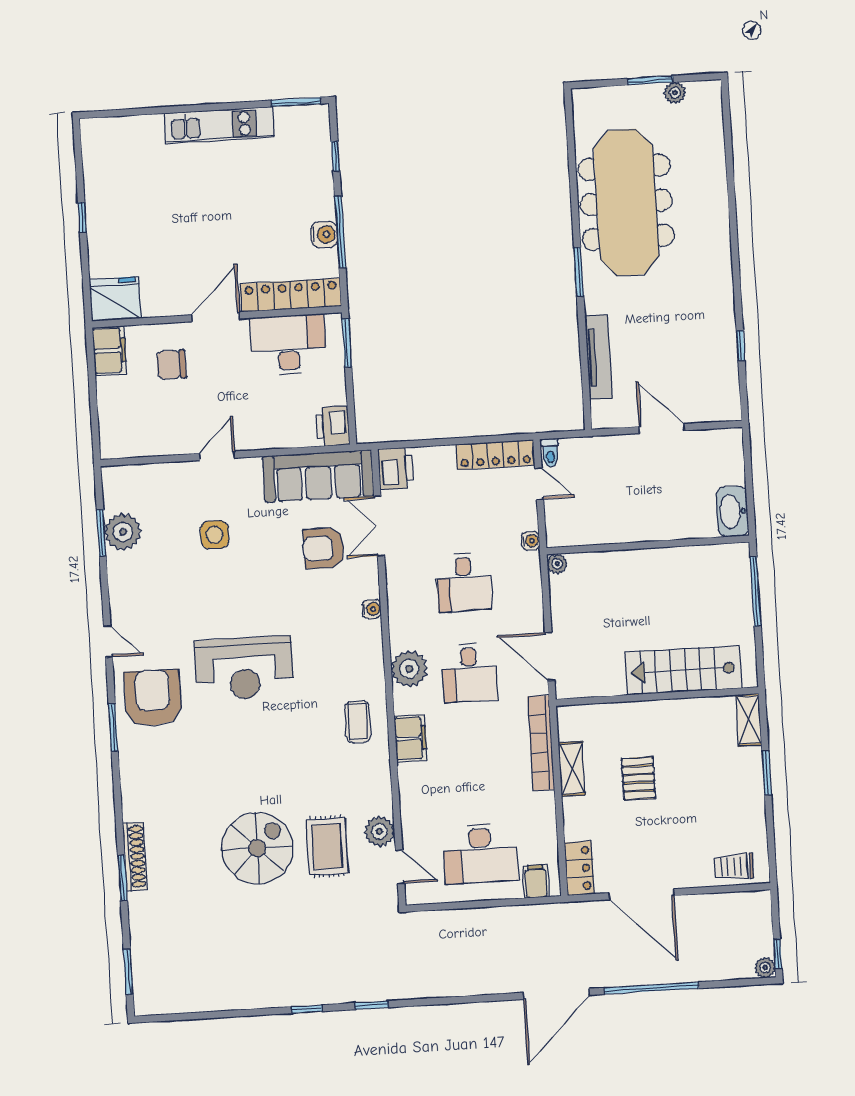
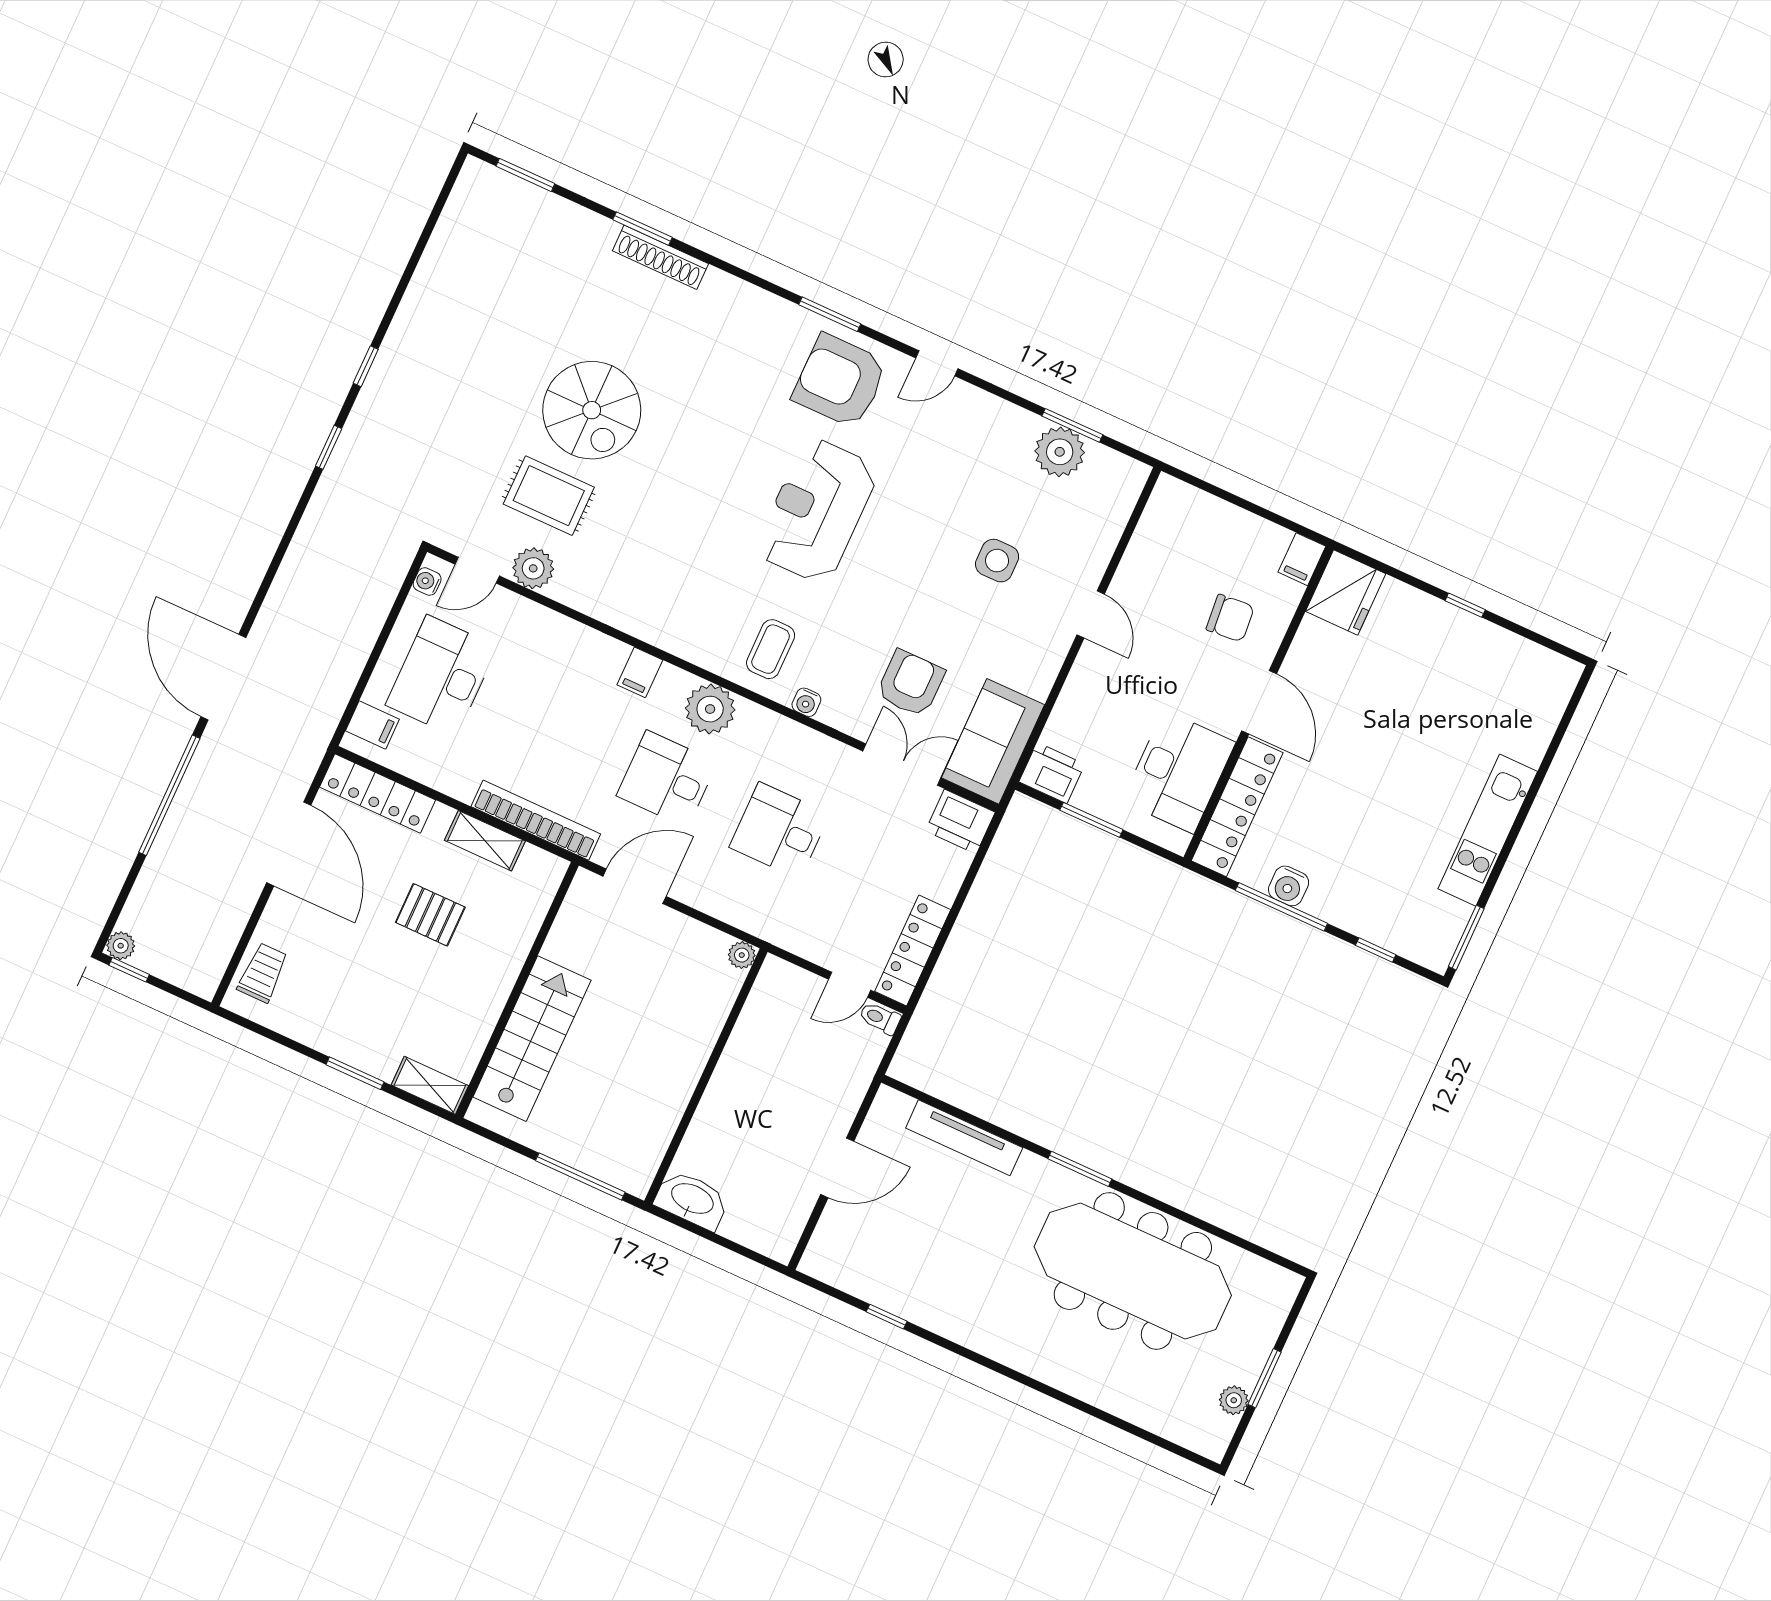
window: (347, 343) -> (1091, 820), moved
filing cabinet: (109, 350) -> (1302, 559), width x0.50
chair: (171, 364) -> (1230, 618), turned 85
sofa: (318, 476) -> (993, 741), width x0.73
water cooler: (530, 541) -> (427, 582), moved, turned 90
armchair: (153, 698) -> (840, 381), turned 180
coffee table: (358, 722) -> (771, 649), moved, turned 90
filing cabinet: (410, 738) -> (640, 672), width x0.50
locker: (579, 868) -> (378, 794), width x1.53
door: (642, 894) -> (289, 844), swing flipped

